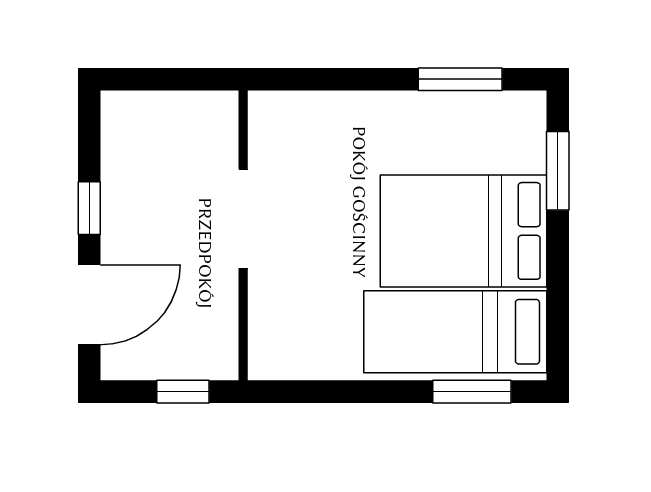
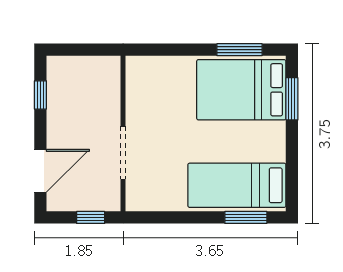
window: (89, 208) -> (40, 95), moved
doorway: (243, 219) -> (123, 153), moved
bed: (464, 231) -> (241, 90), moved

